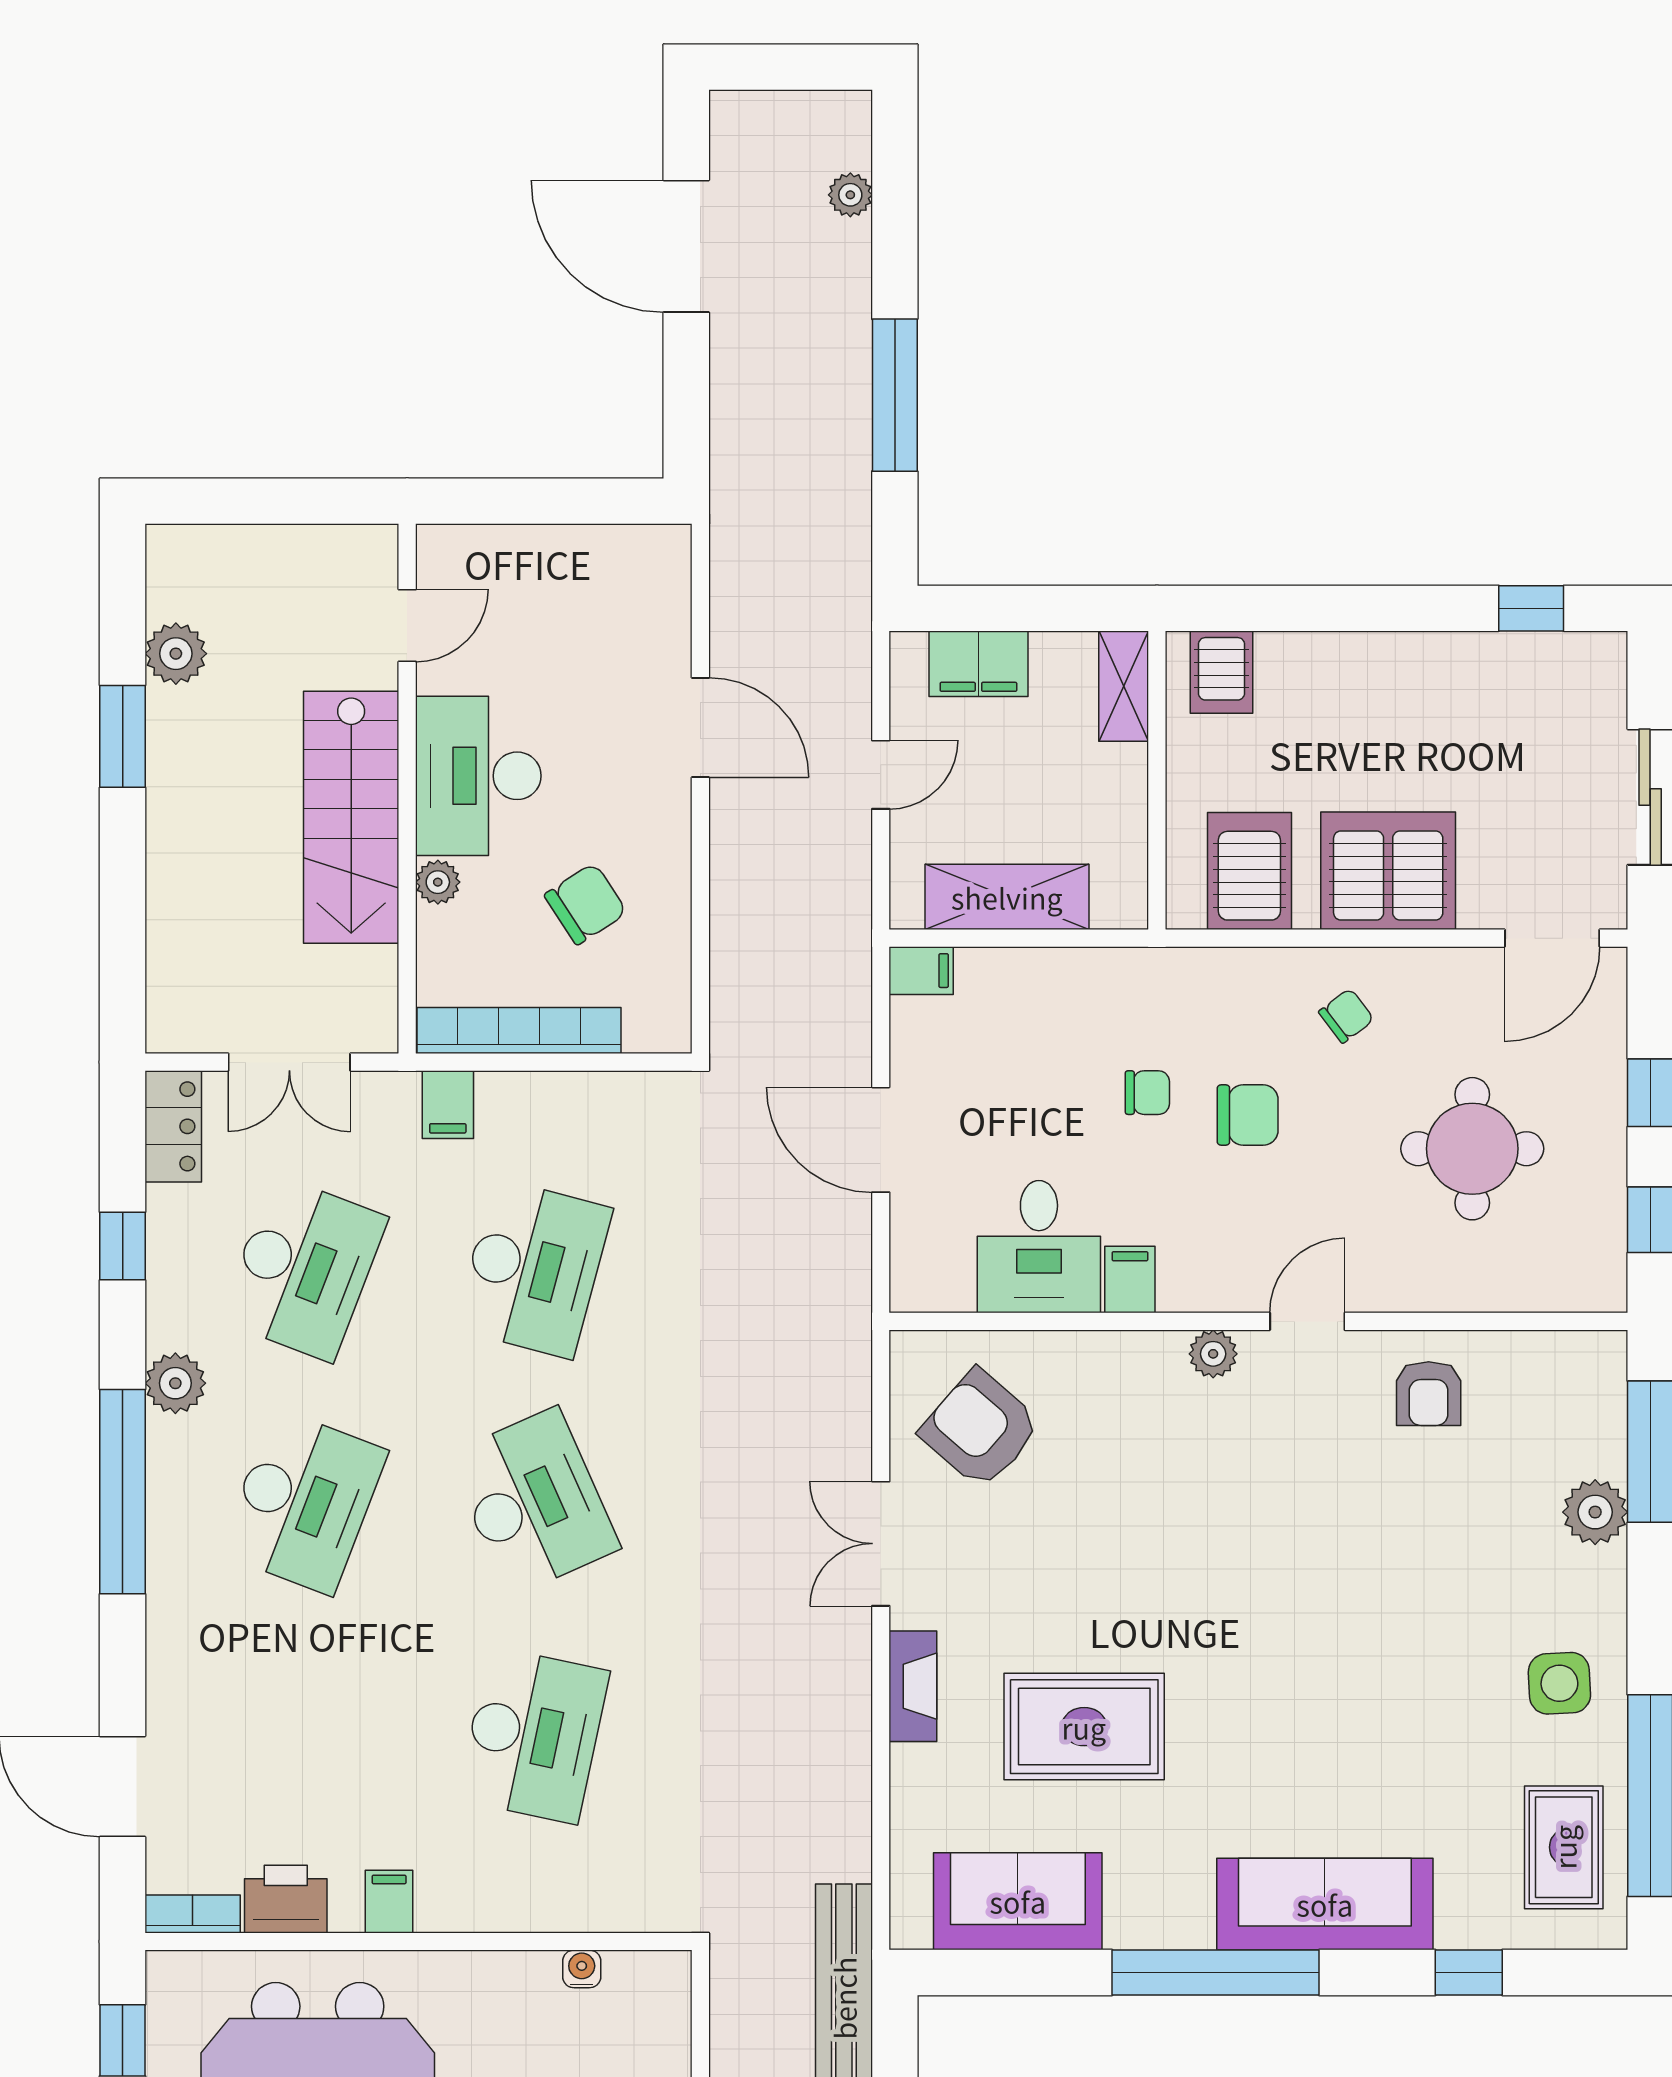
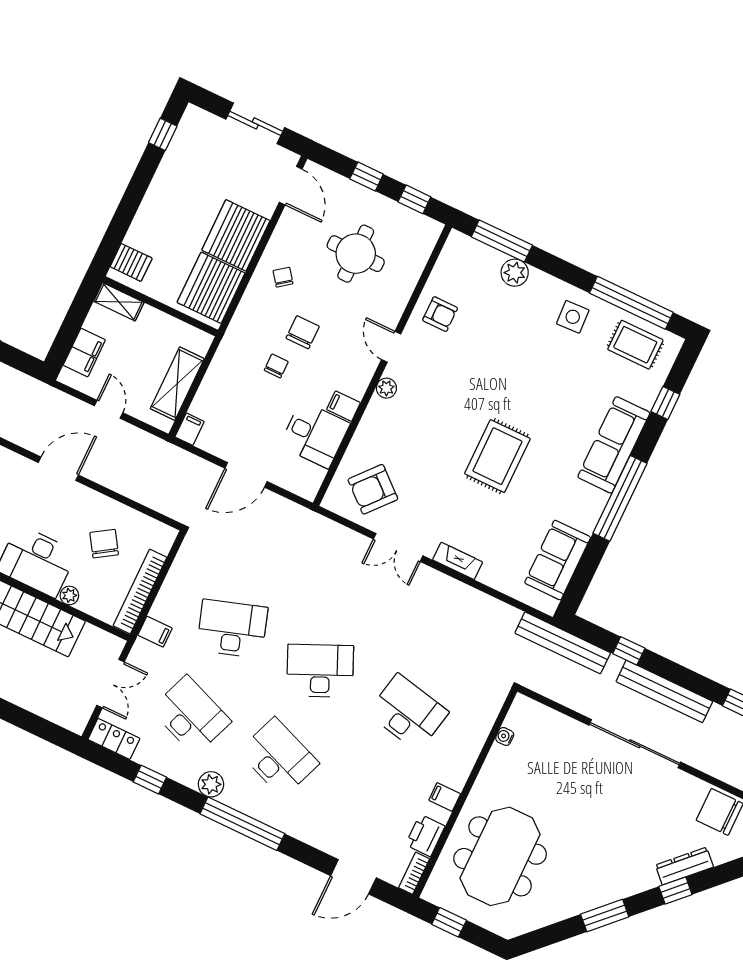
server rack: (1249, 871) -> (211, 288), width x1.60
desk: (533, 1268) -> (232, 629), turned -33
rug: (1084, 1727) -> (497, 456), moved

